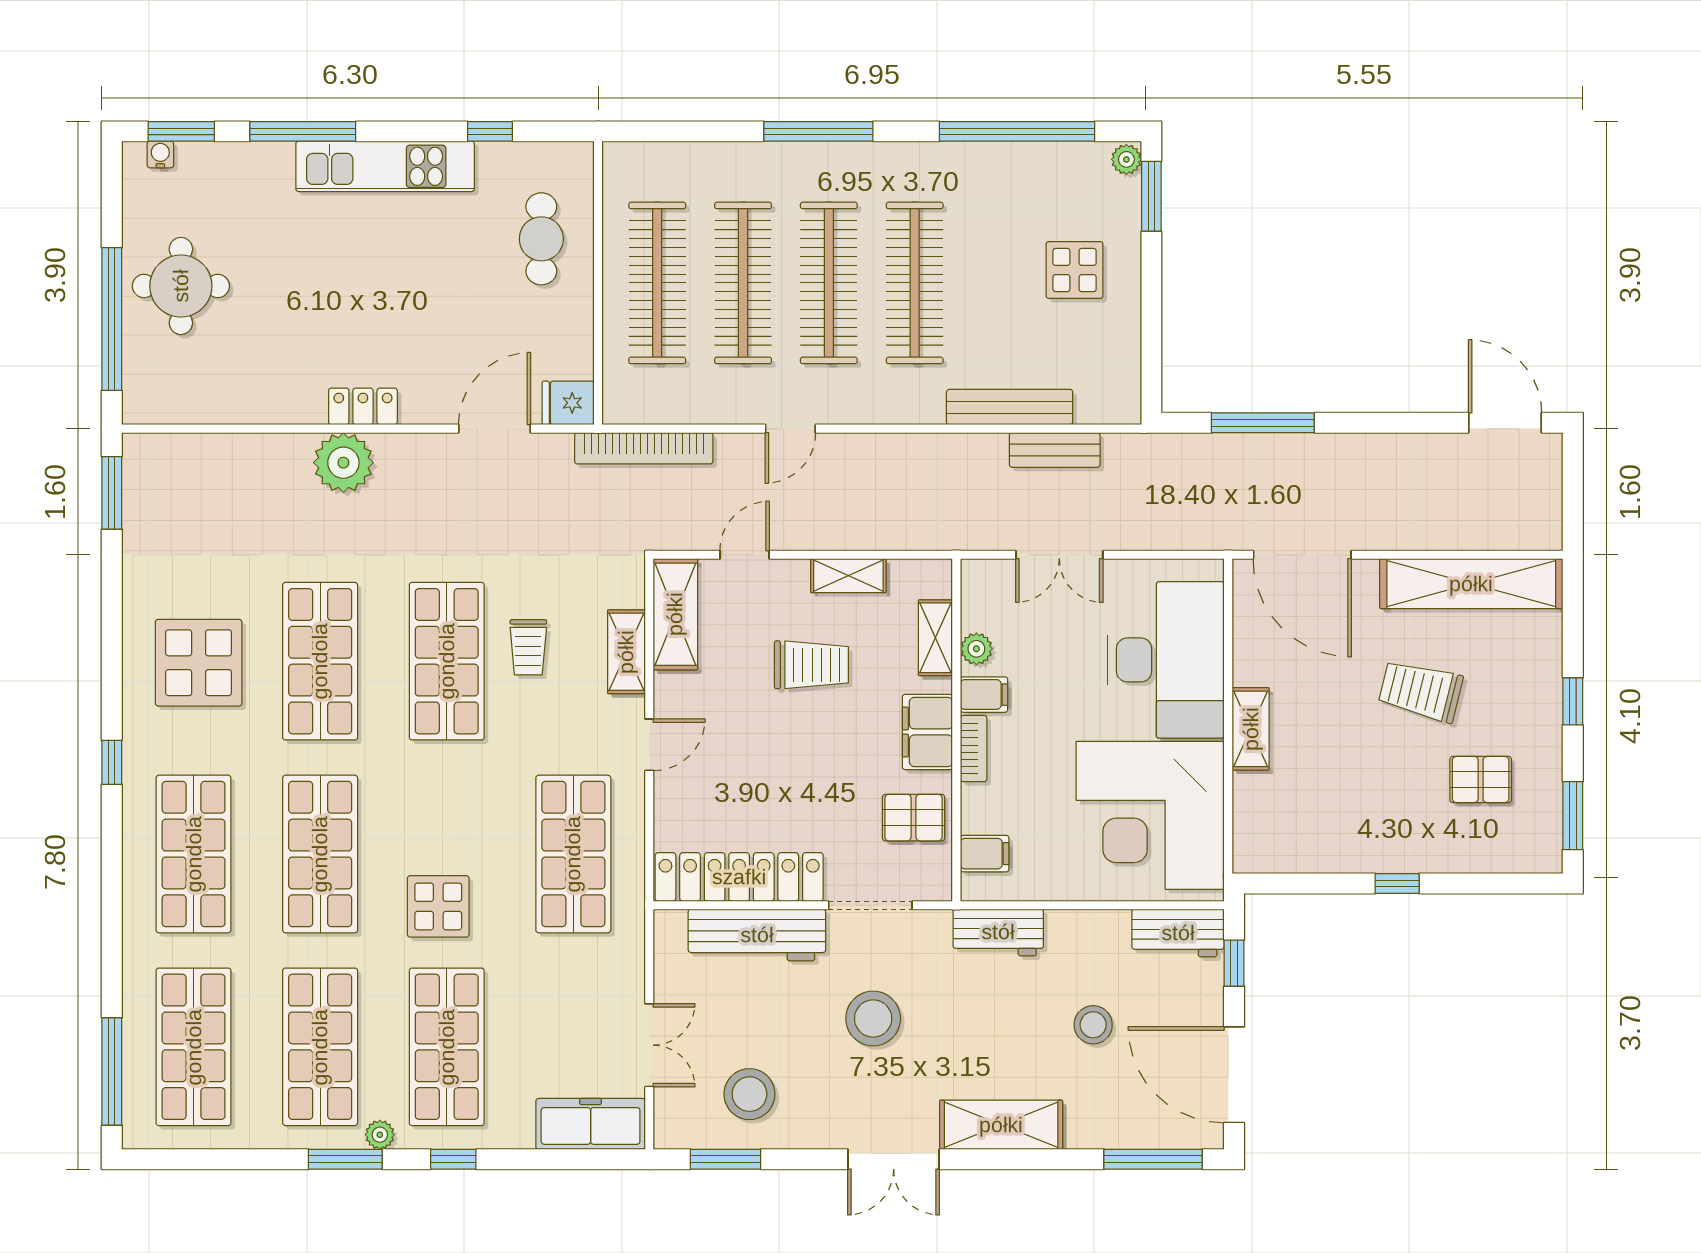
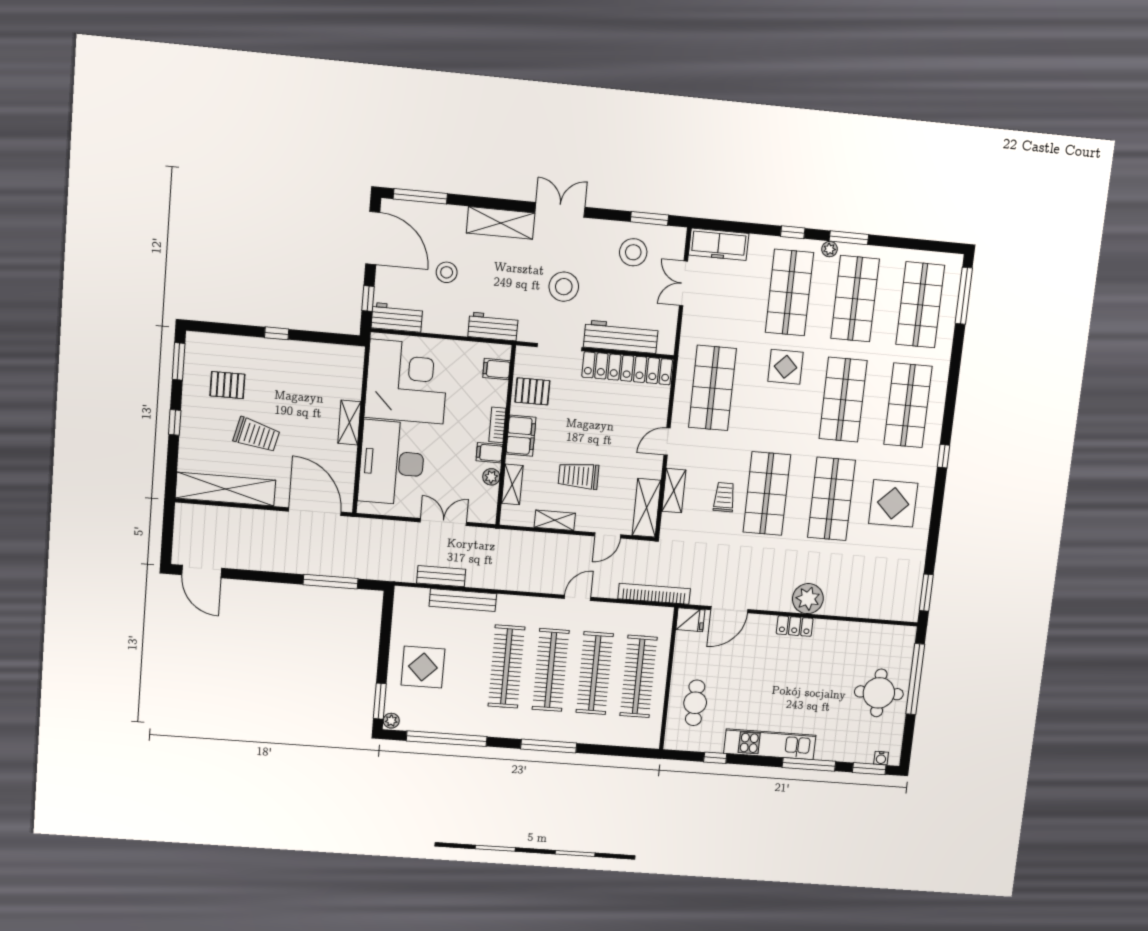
display table: (1075, 270) -> (423, 667), width x1.36, depth x1.36

